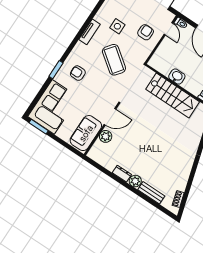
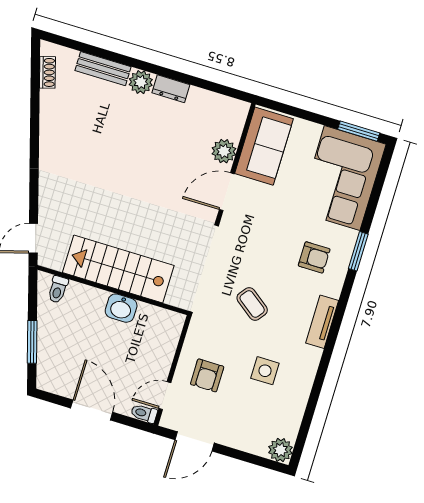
door: (169, 29) -> (165, 396), hinge flipped
tv unit: (90, 32) -> (322, 322), moved
coffee table: (114, 60) -> (252, 304), width x0.54, depth x0.58

